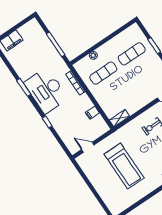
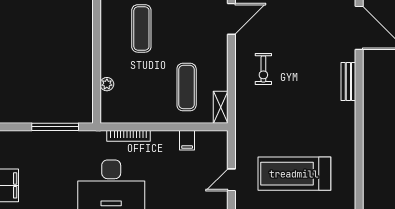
exercise mat: (103, 73) -> (187, 87), moved
treadmill: (124, 166) -> (294, 174), moved, turned 180

